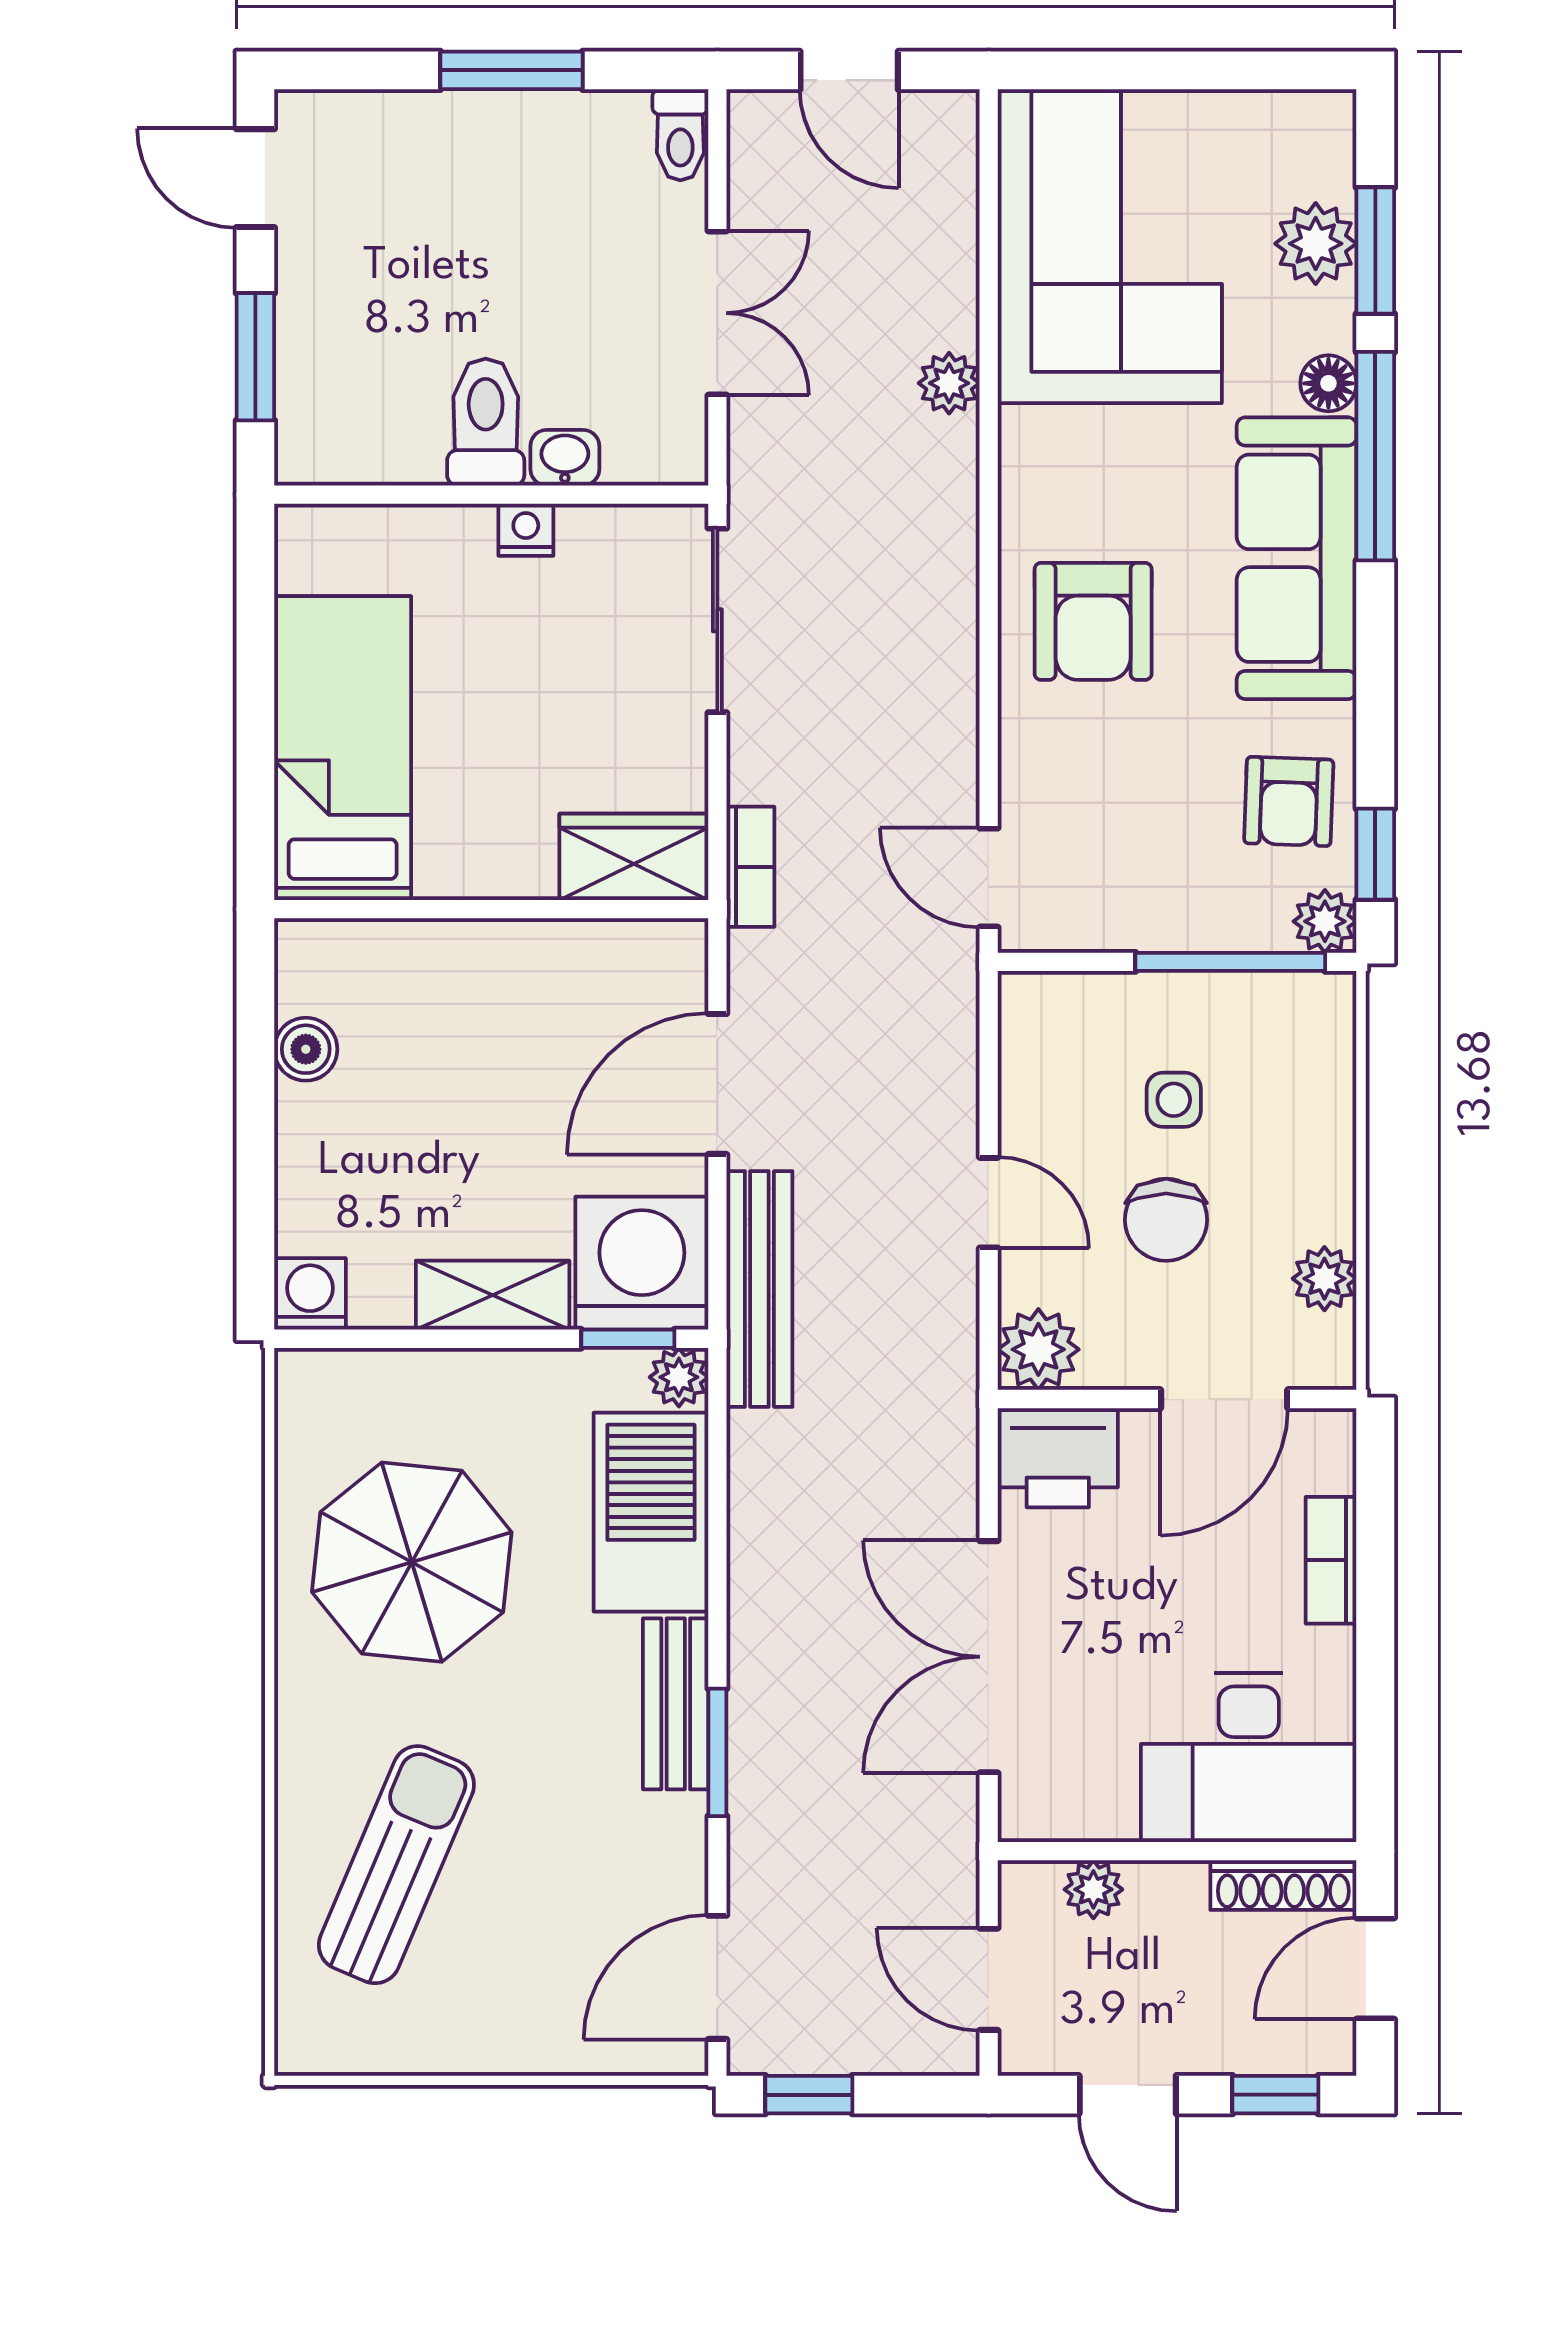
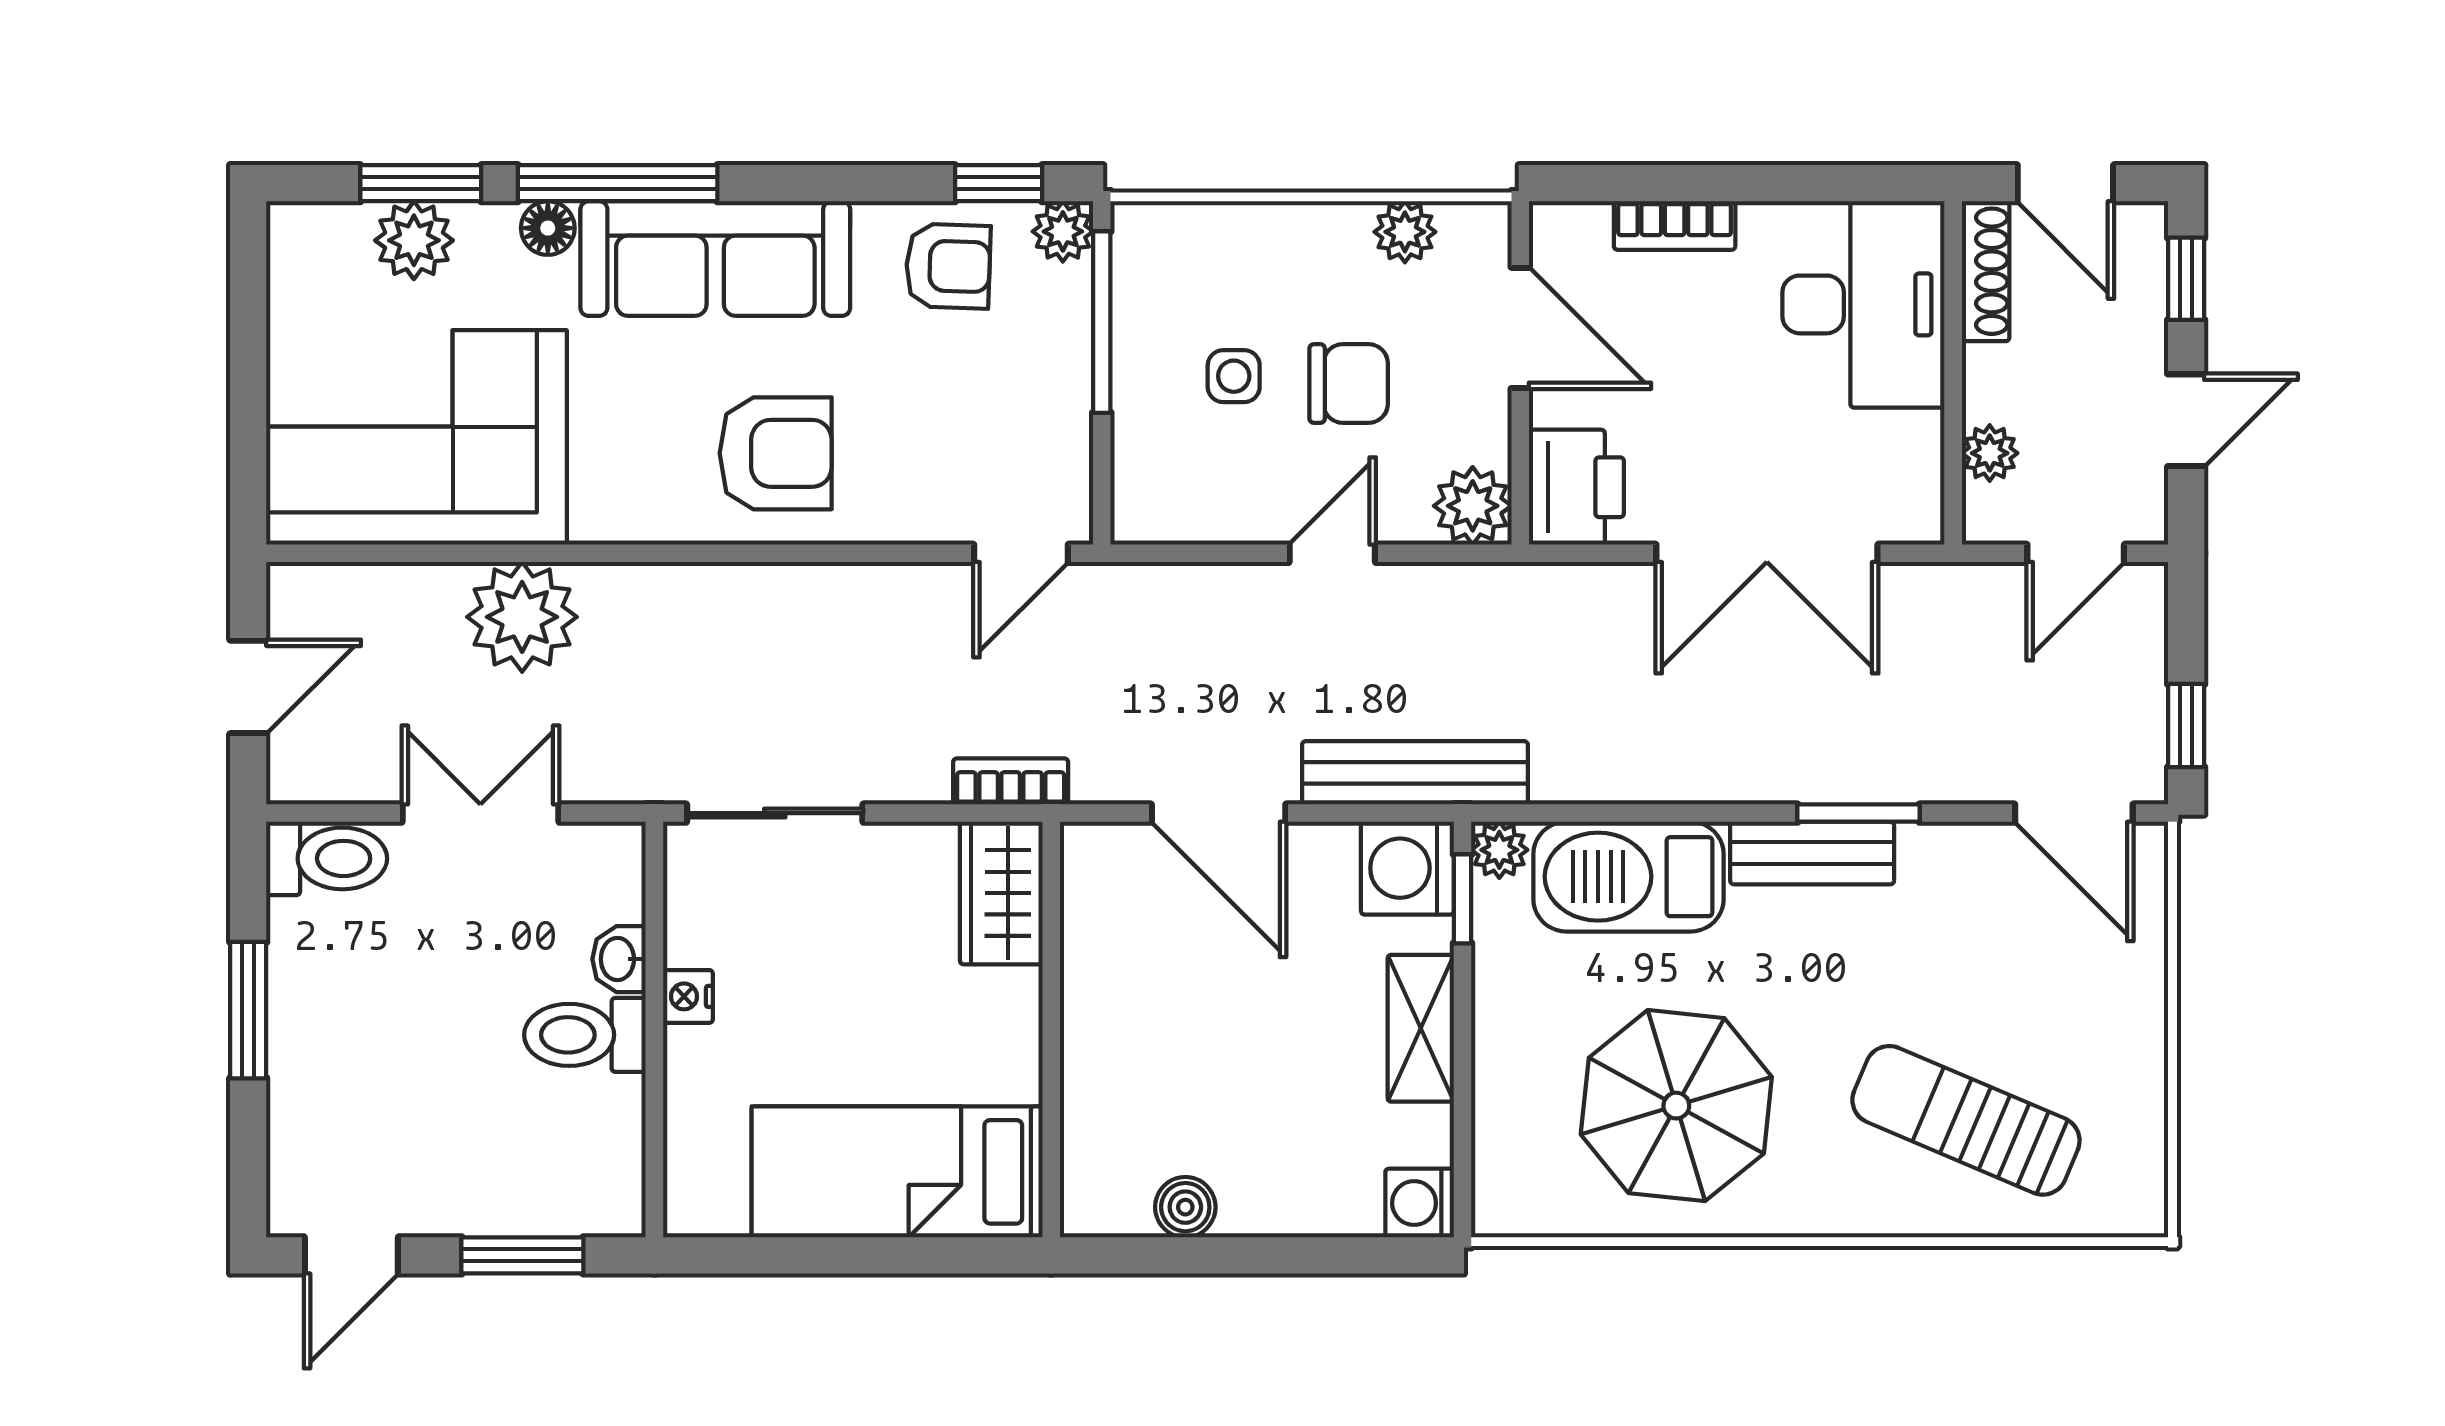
toilet: (680, 135) -> (327, 858), width x1.37, depth x1.39
plant: (949, 383) -> (522, 617), width x1.87, depth x1.87
washing machine: (642, 1263) -> (1407, 868), width x0.73, depth x0.73

